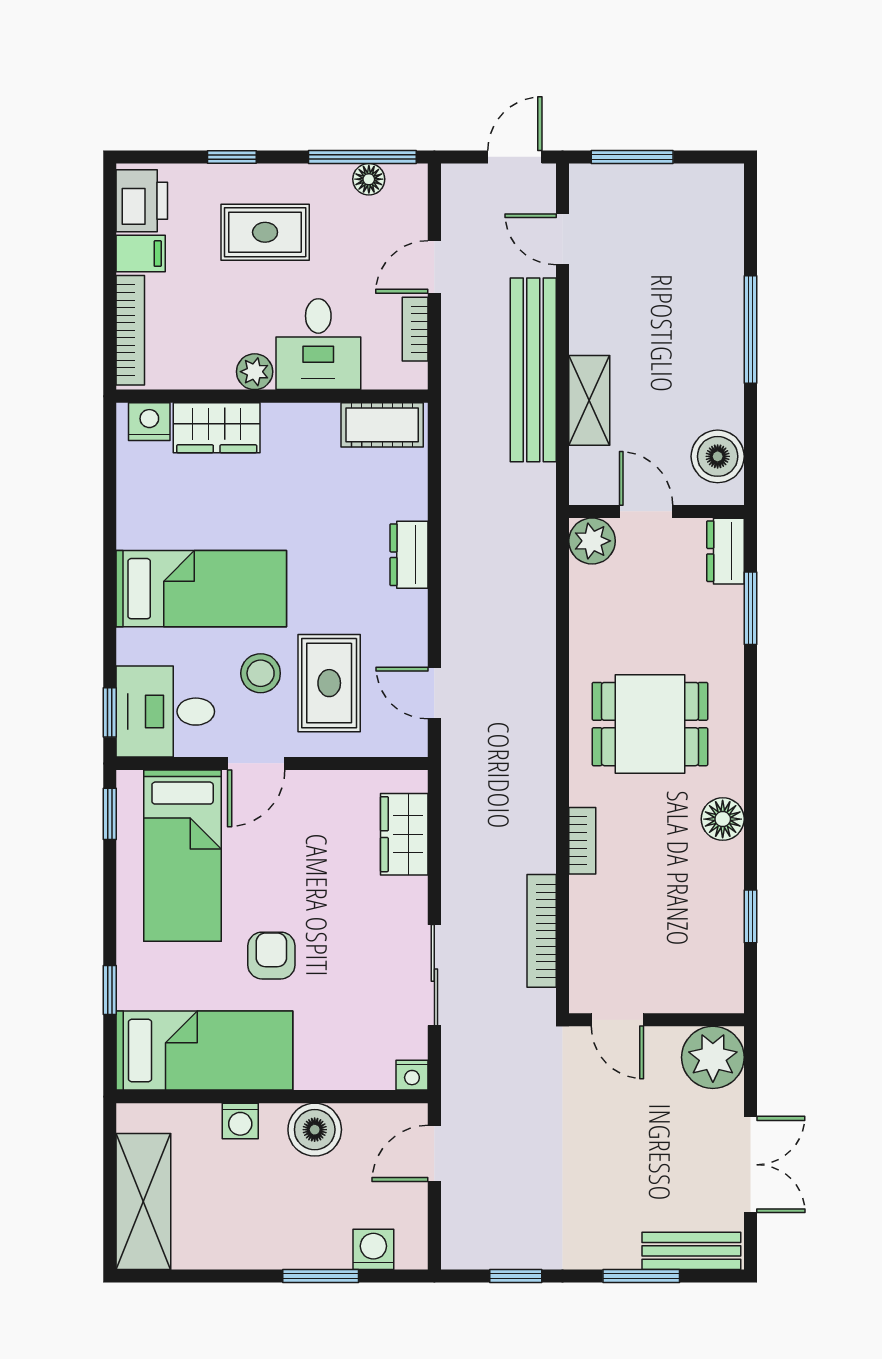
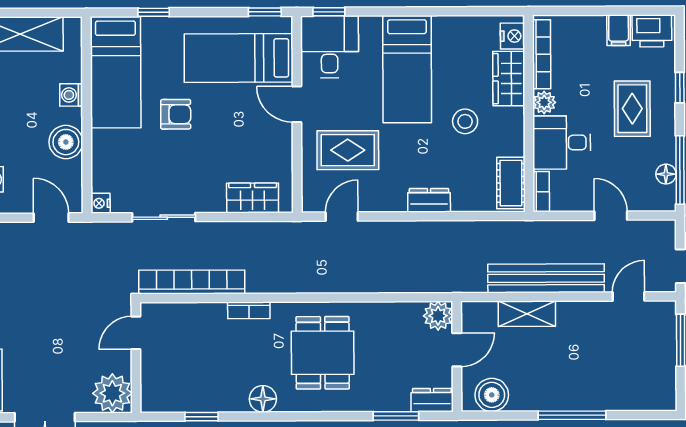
bookcase: (415, 329) -> (541, 192), moved, turned 90
bookcase: (130, 330) -> (542, 54), moved, turned -90
stool: (261, 673) -> (465, 121), moved
bookcase: (542, 931) -> (192, 282), width x1.48, depth x1.31

